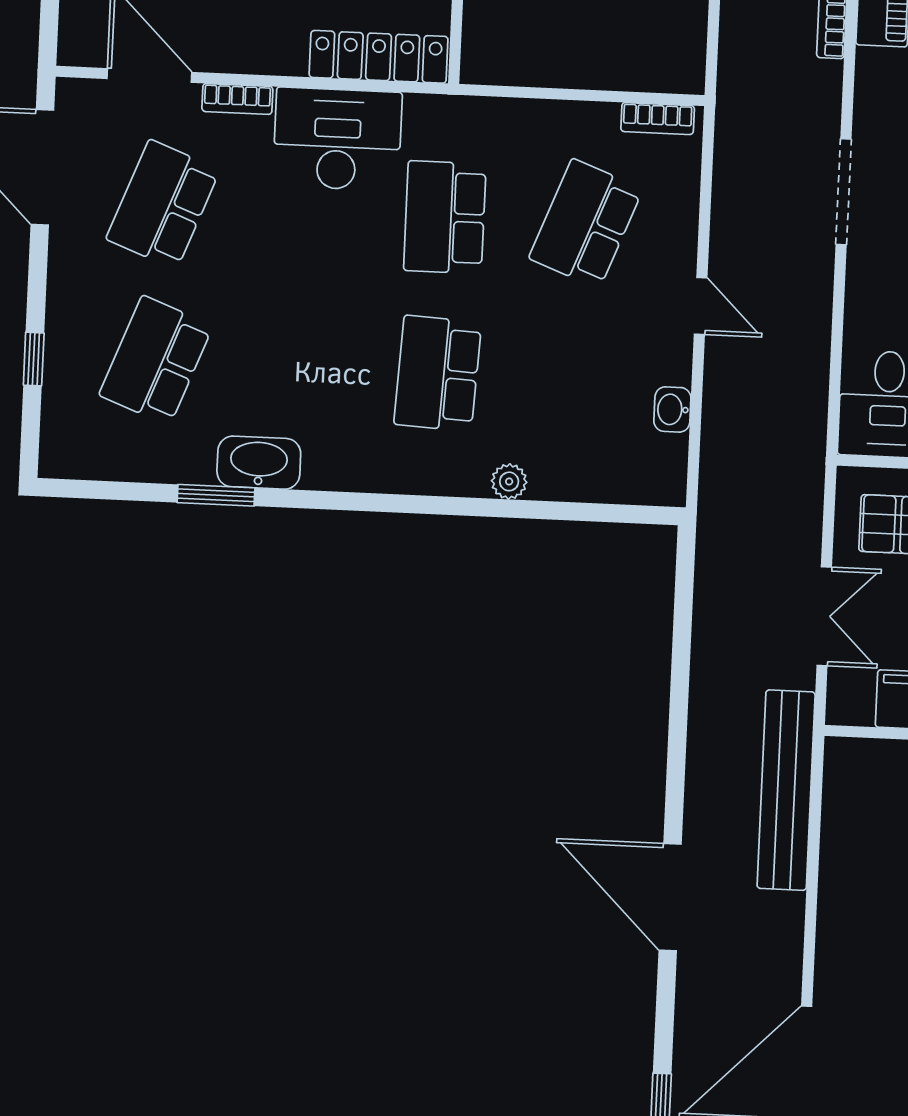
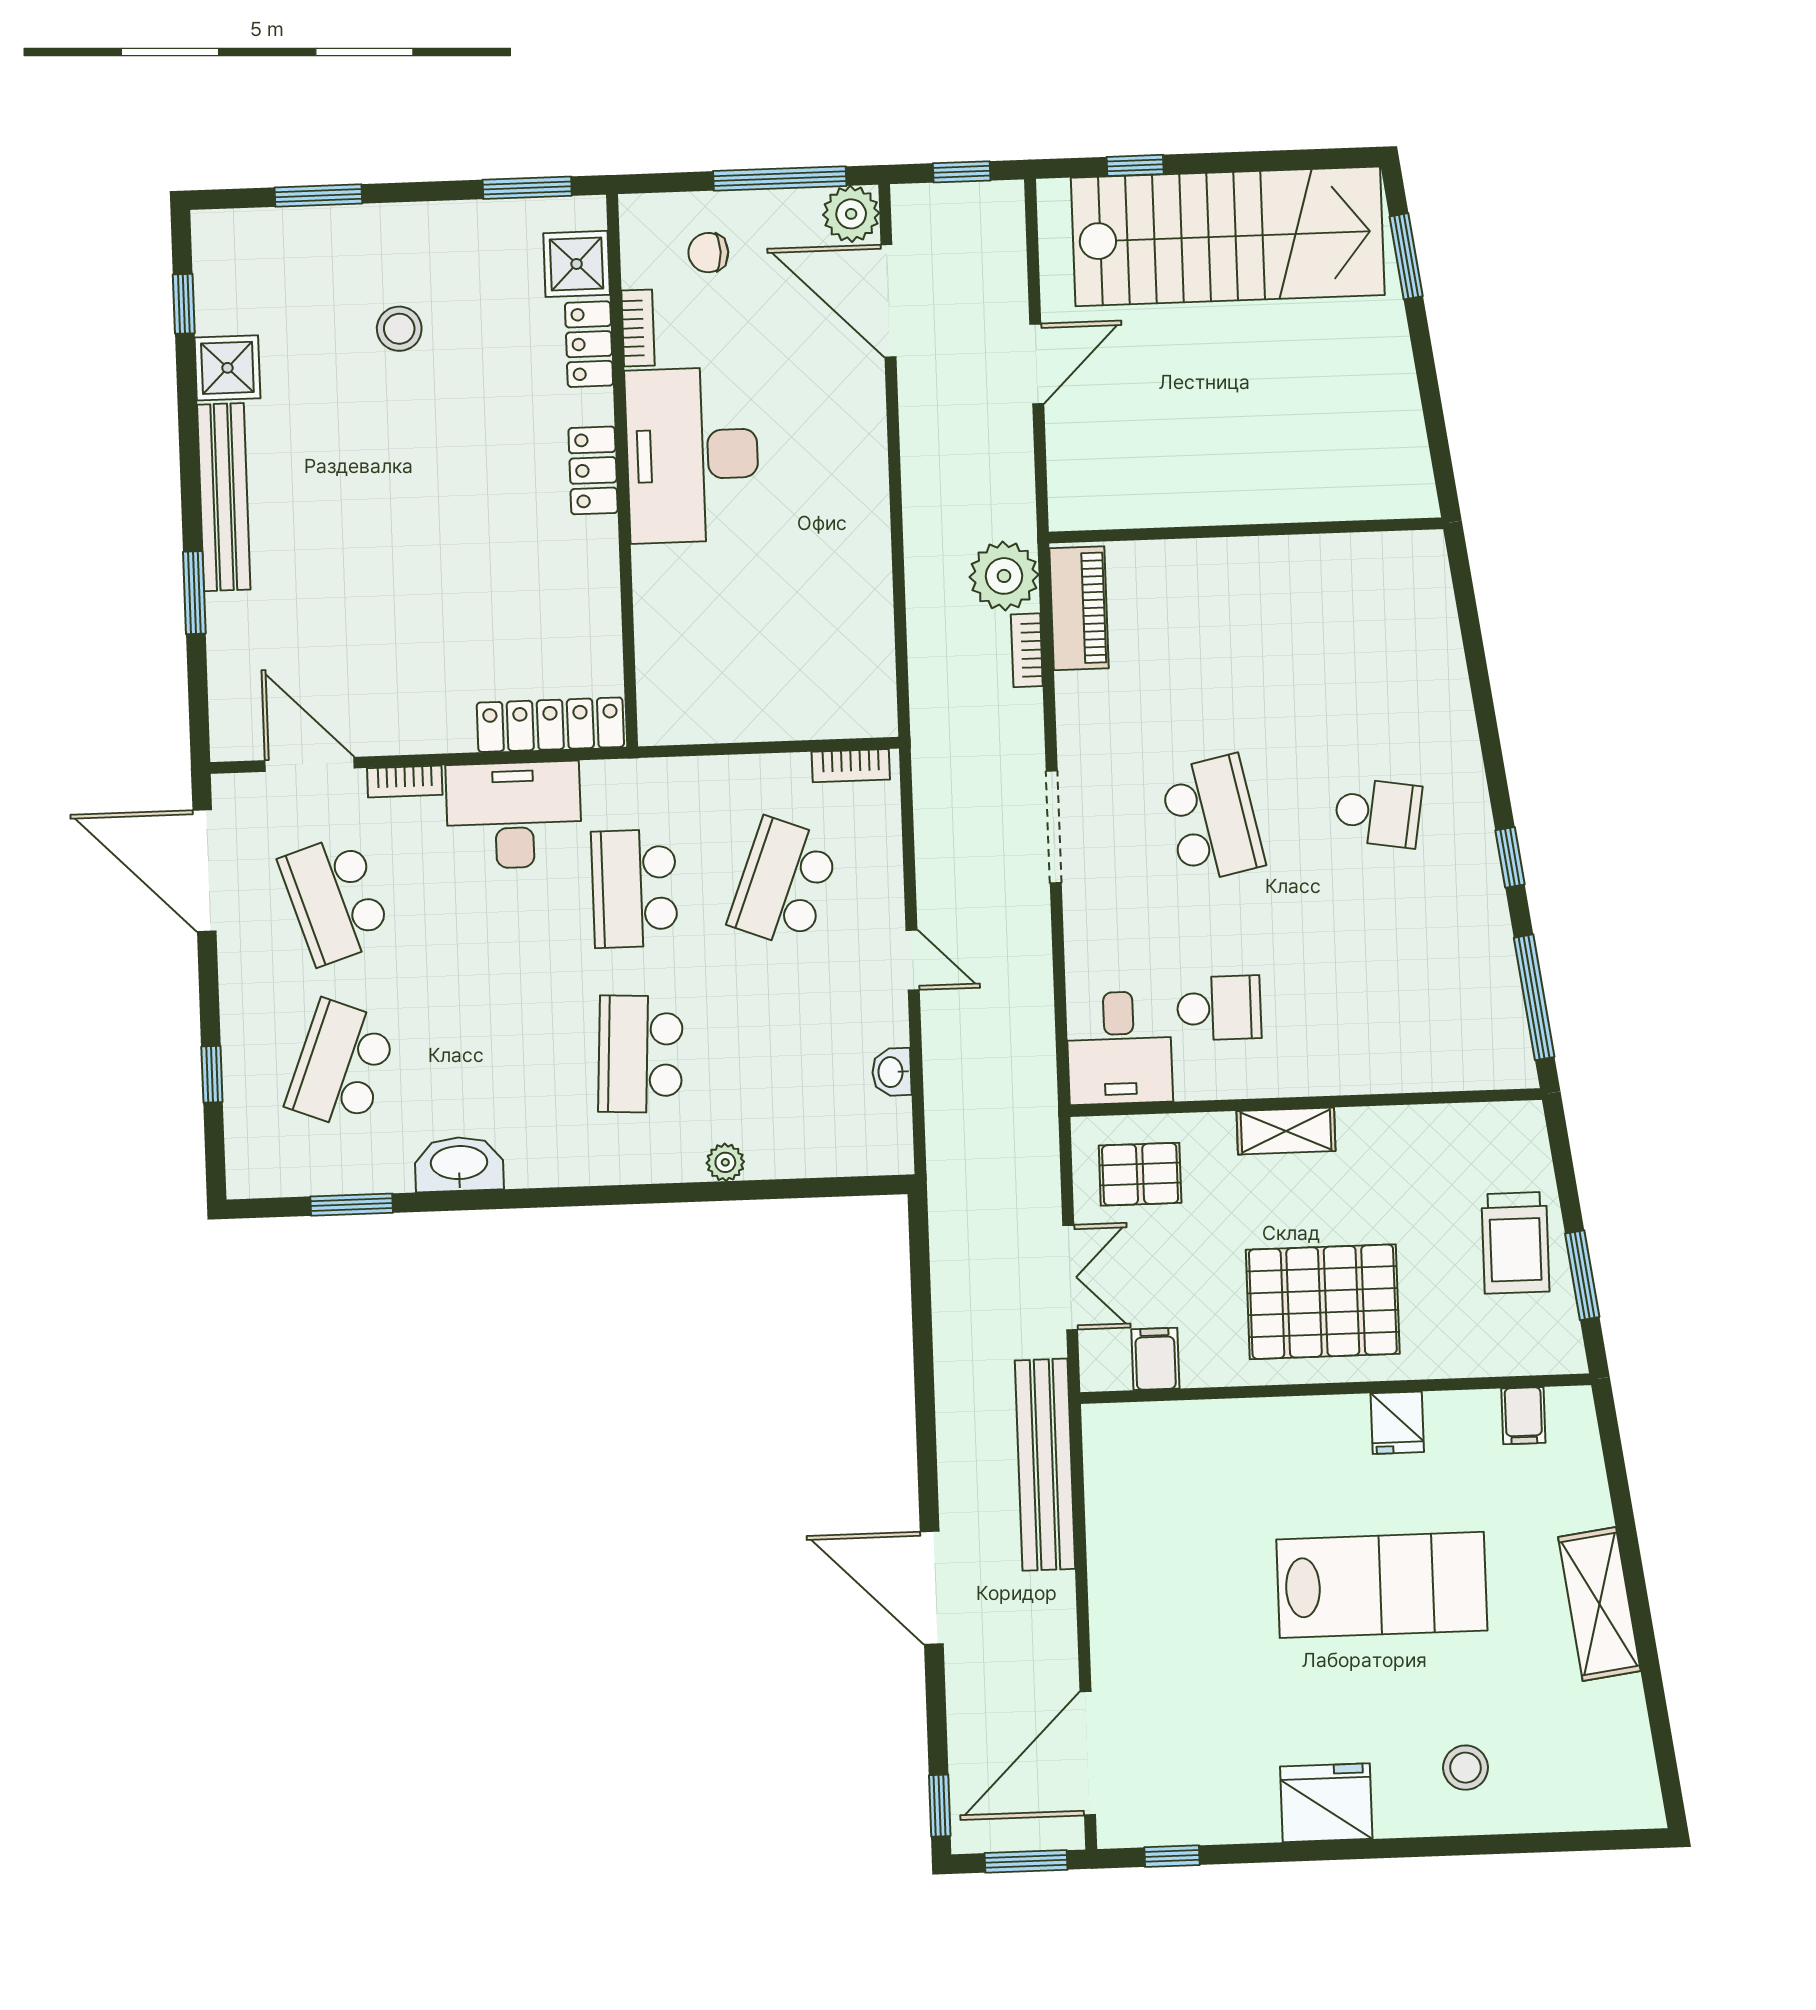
school desk: (163, 204) -> (335, 899), turned -39
window: (216, 495) -> (352, 1205), moved

